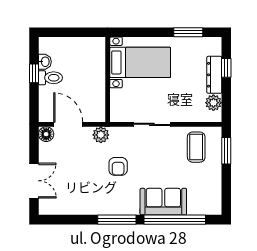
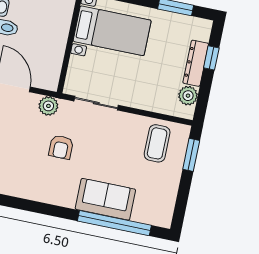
sliding door: (152, 124) -> (96, 103), moved
window: (117, 220) -> (47, 209), removed

